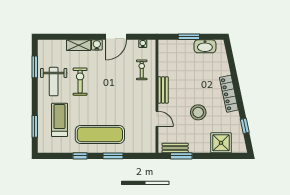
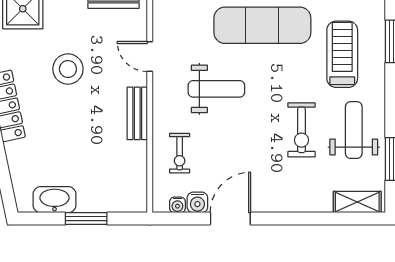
shelving: (79, 45) -> (357, 202), moved
water cooler: (97, 45) -> (197, 202), moved
weight bench: (123, 102) -> (216, 89), added
treadmill: (60, 120) -> (342, 54), turned 180

